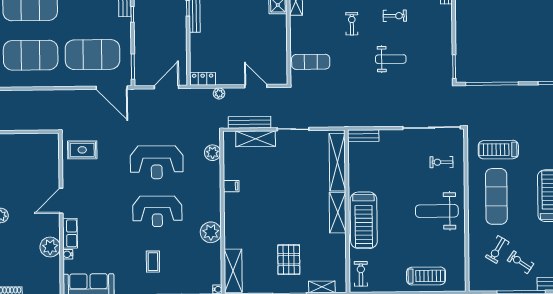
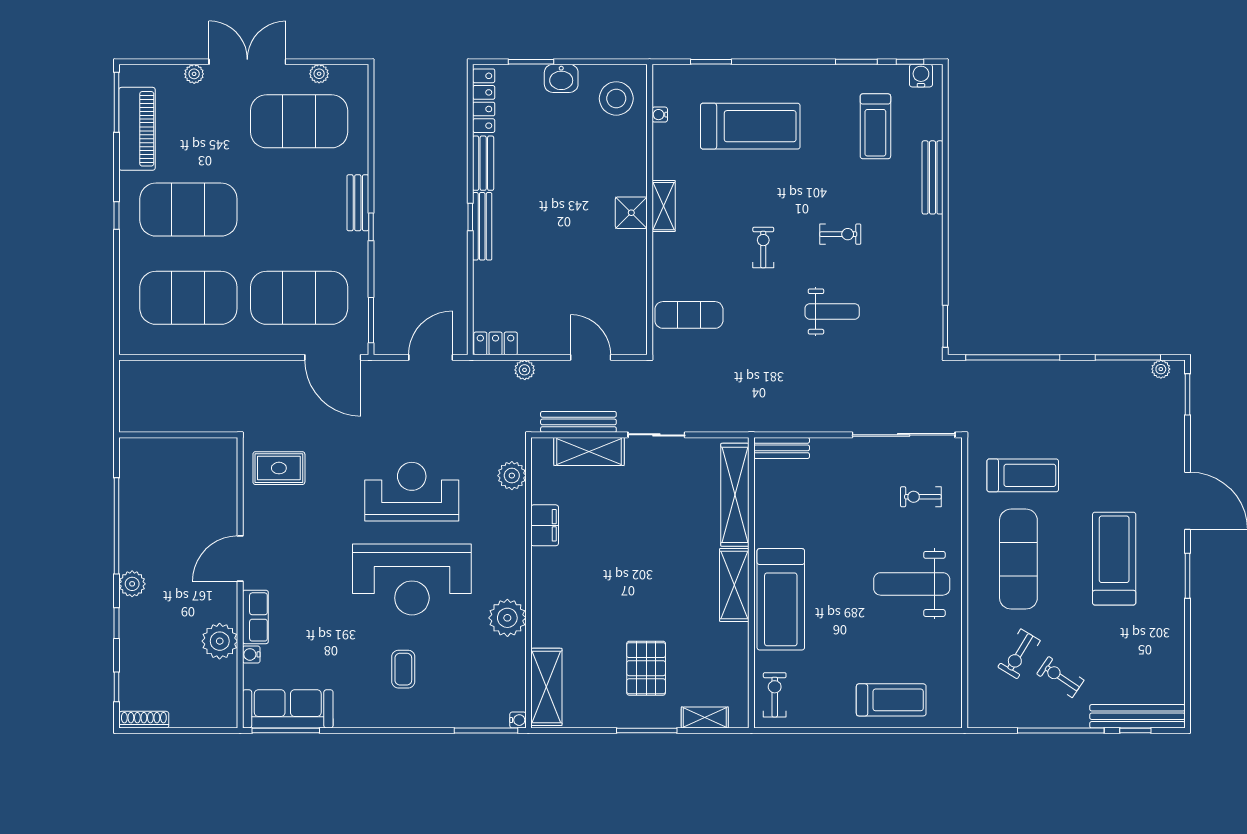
treadmill: (498, 150) -> (1023, 475), turned 180
reception desk: (157, 162) -> (412, 492), turned 180
filing cabinet: (231, 186) -> (545, 525), width x2.00
reception desk: (157, 211) -> (412, 579), width x1.36, depth x1.30

